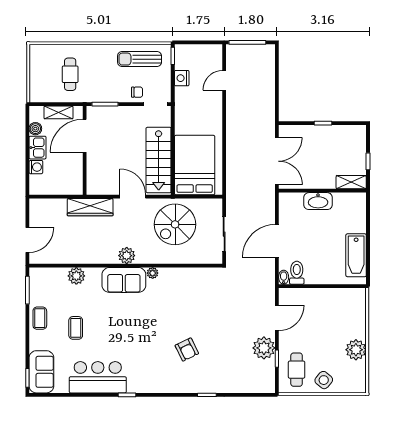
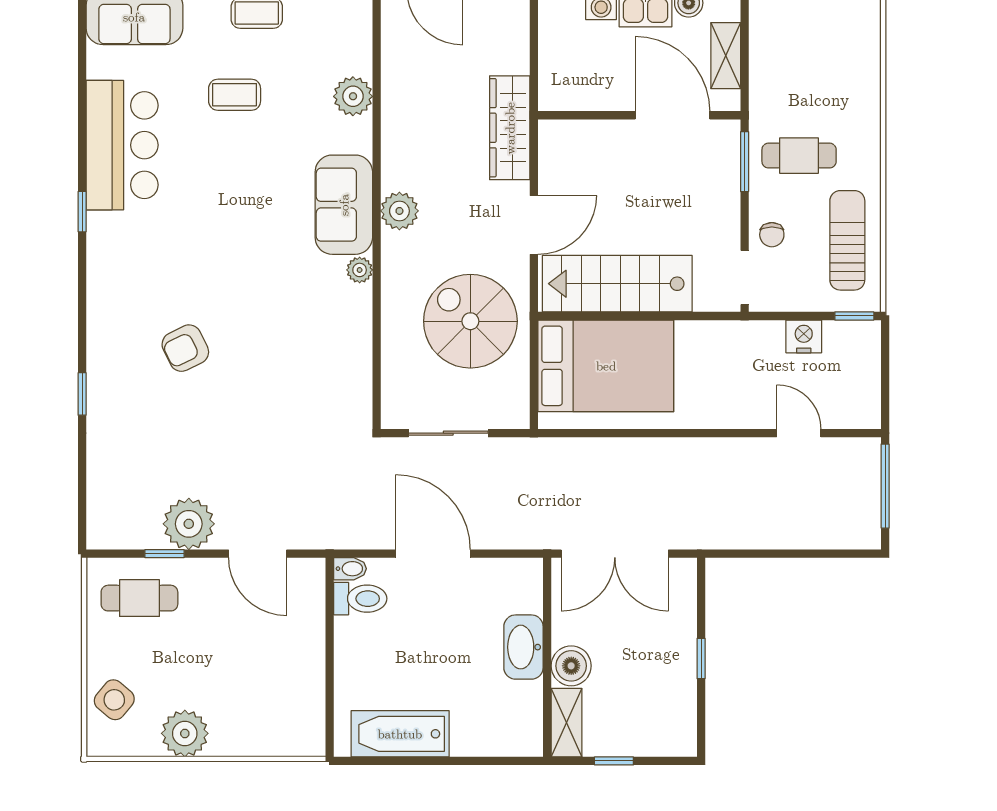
cafe table: (70, 74) -> (799, 156), moved
boiler: (326, 180) -> (571, 666), added
side table: (324, 380) -> (114, 700), moved

